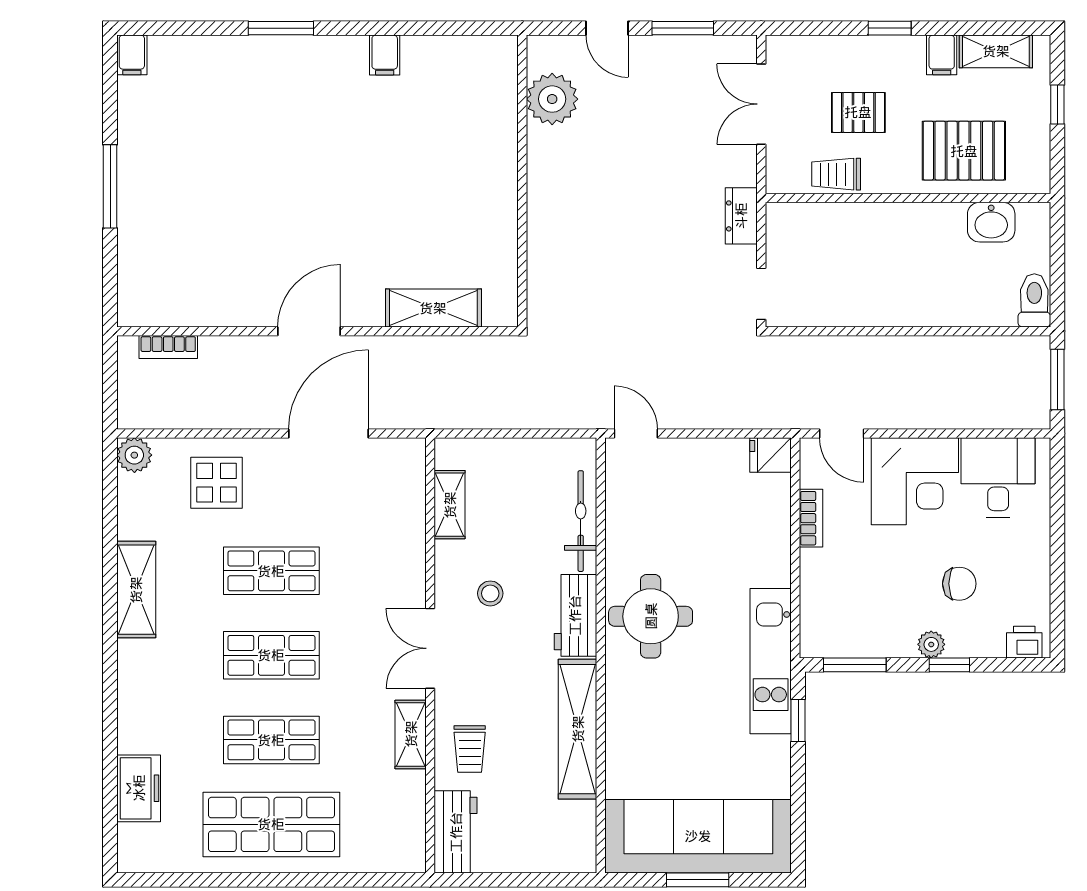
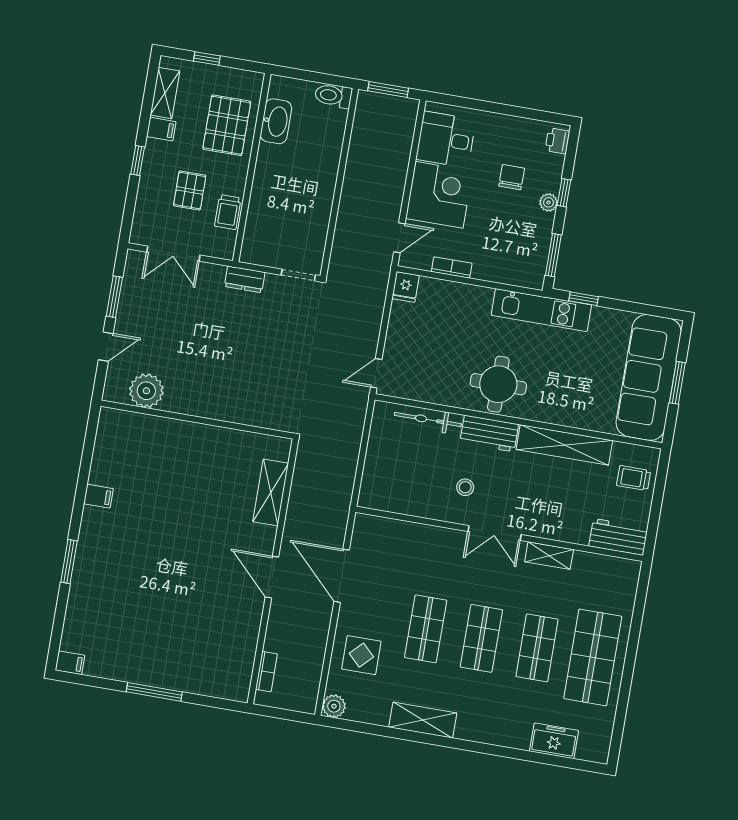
washbasin: (991, 222) -> (276, 121), width x1.38
shelving: (450, 505) -> (402, 504), removed
trolley: (470, 749) -> (634, 478), moved, turned 180

